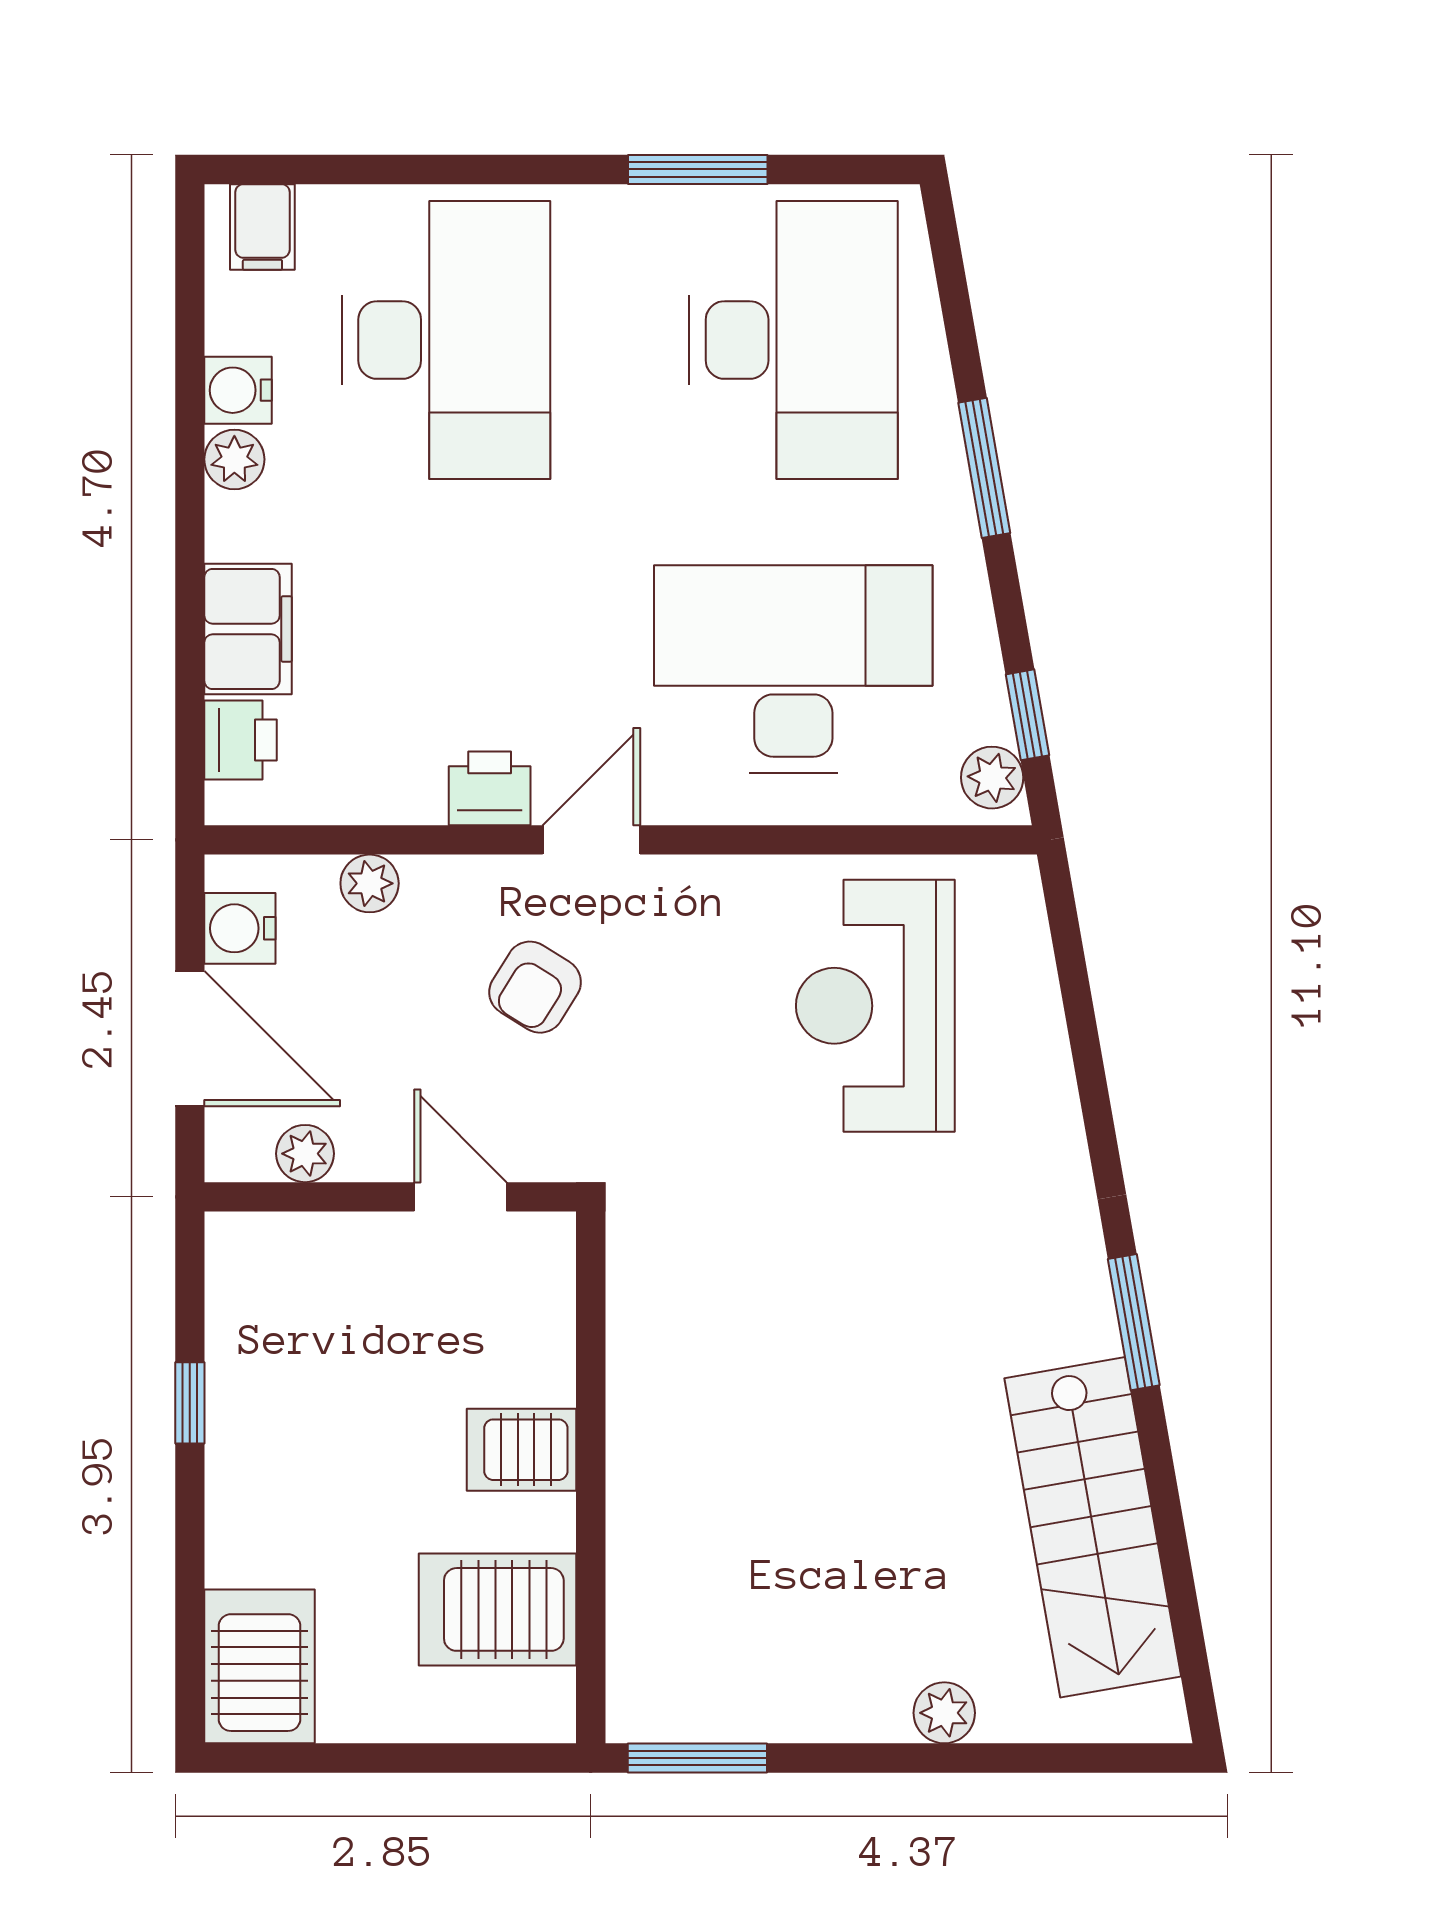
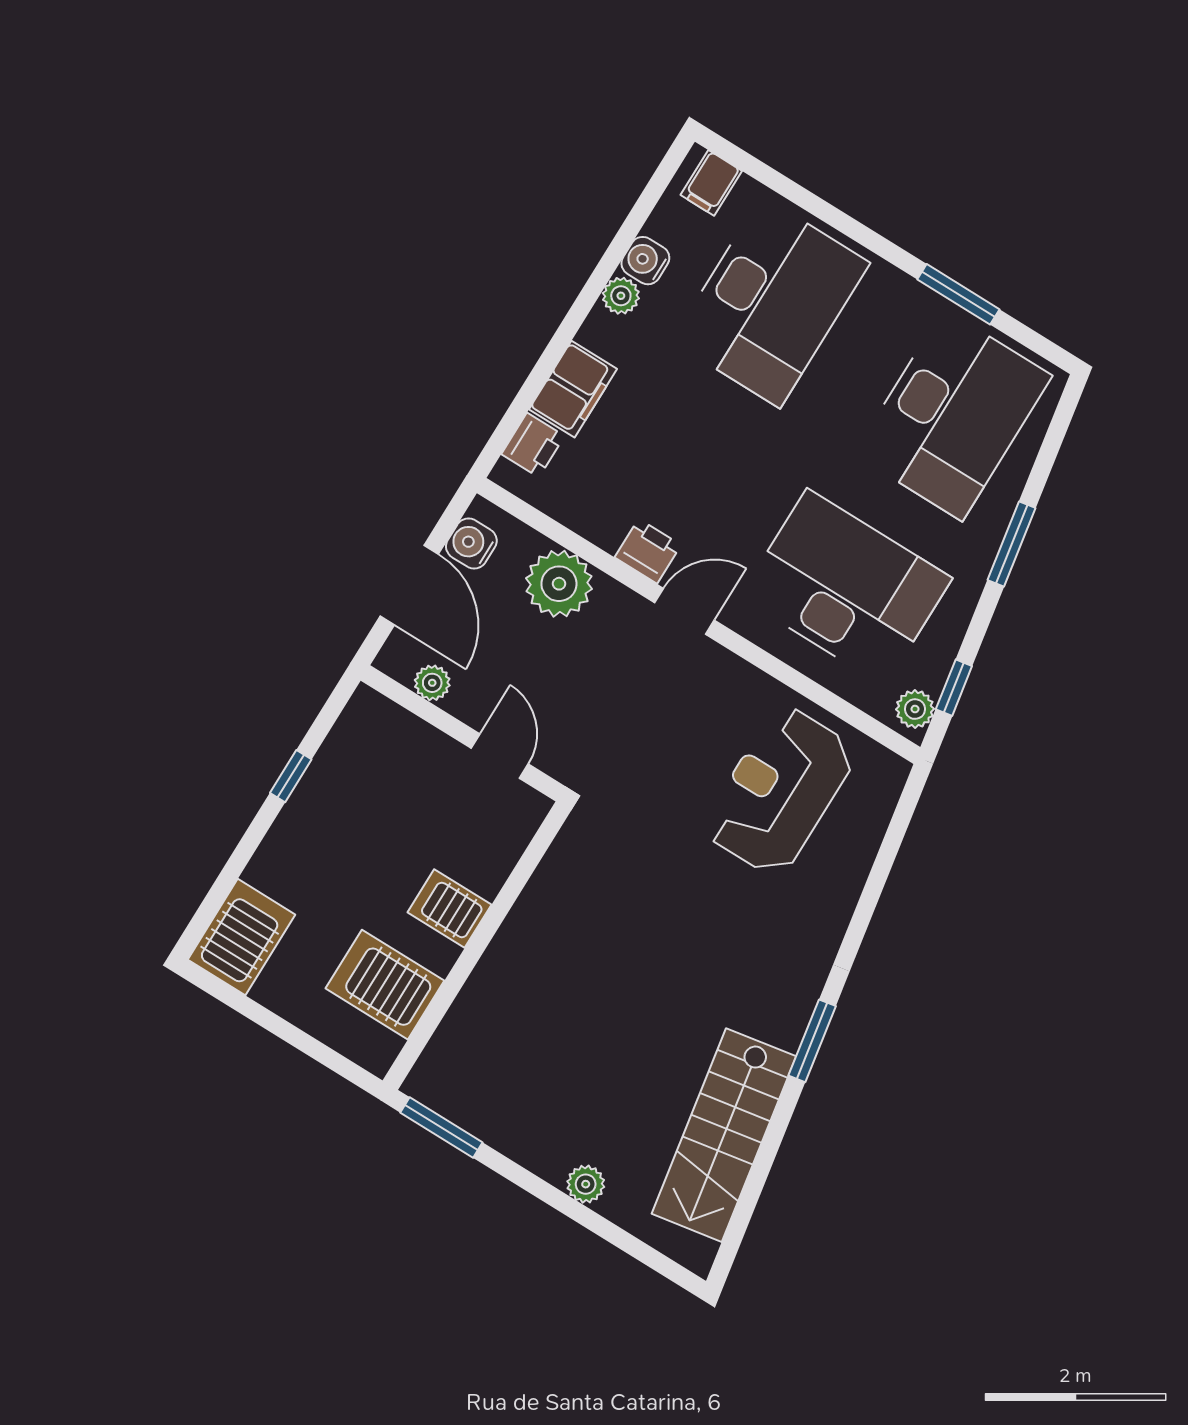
plant: (370, 883) -> (559, 584), width x1.88, depth x1.88
armchair: (535, 987) -> (607, 670), removed

